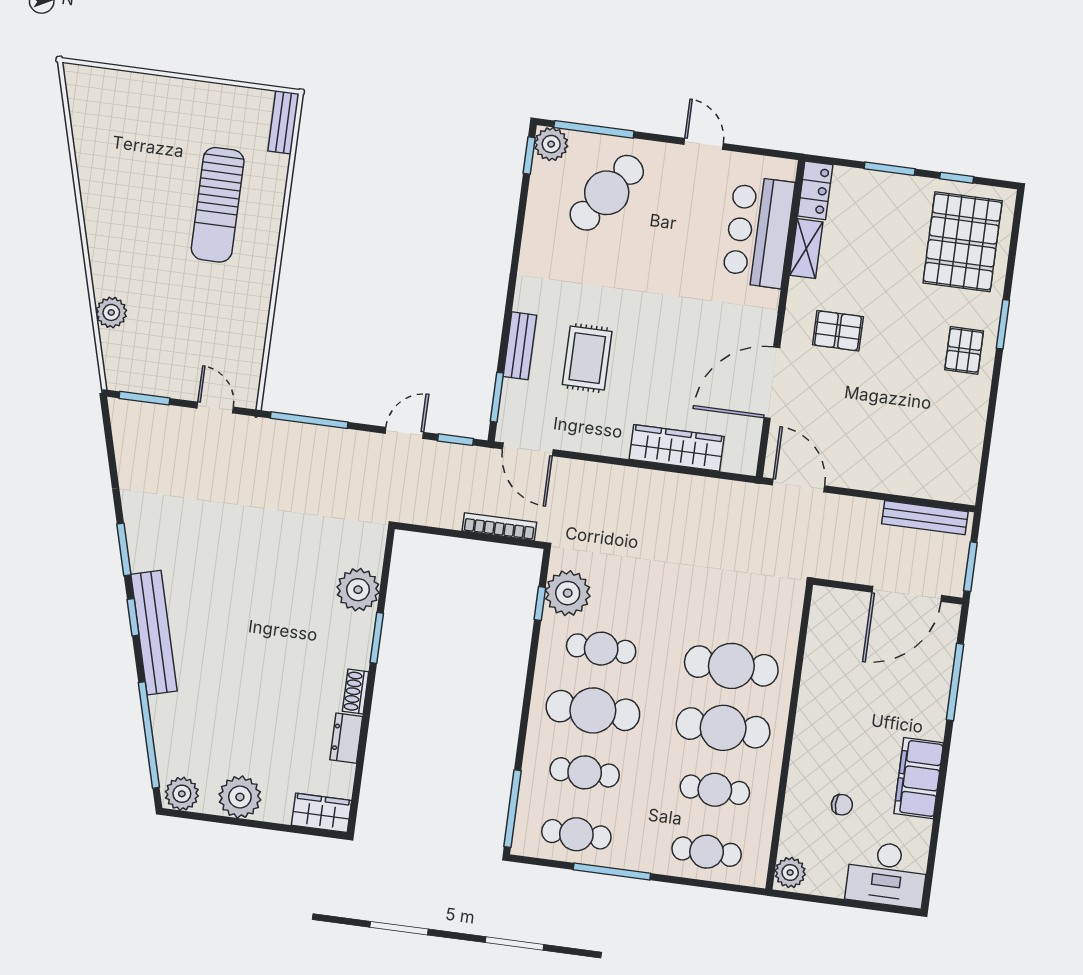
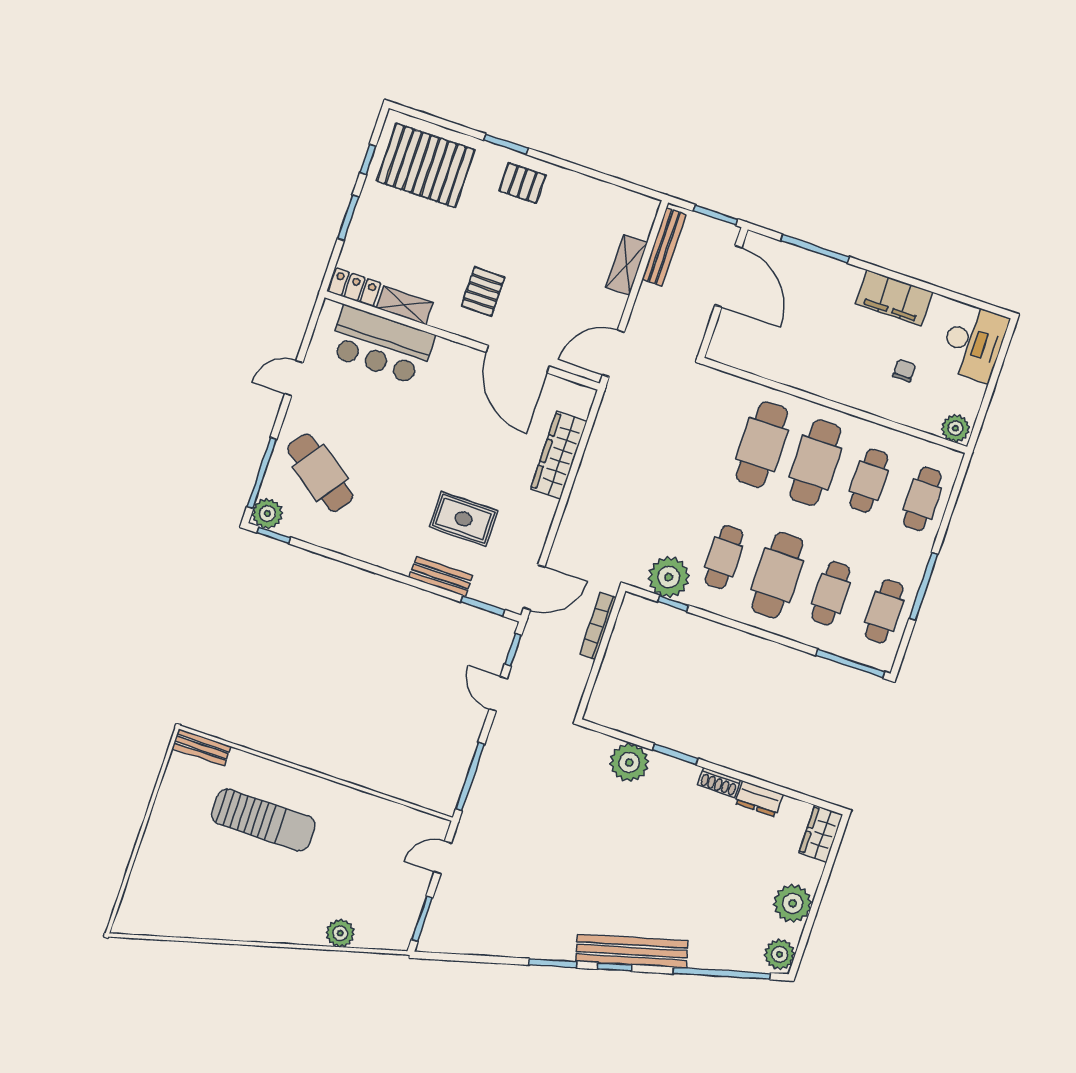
shelving: (898, 481) -> (627, 265), added

